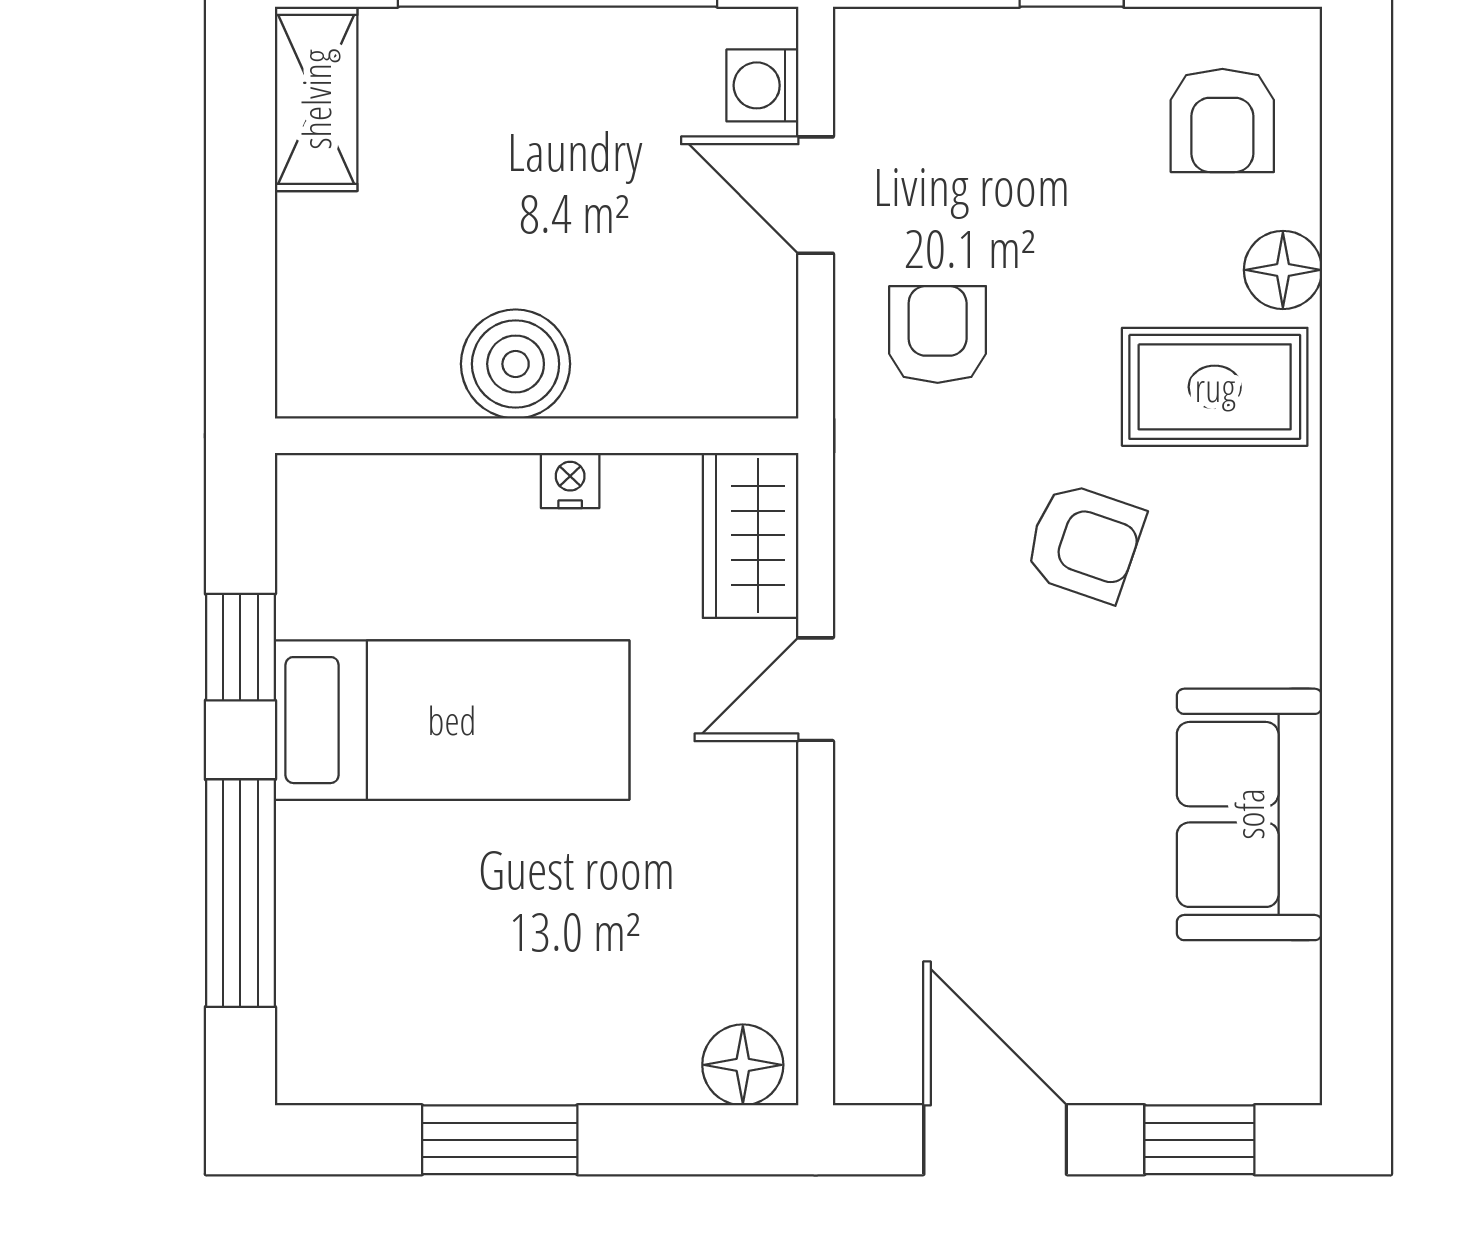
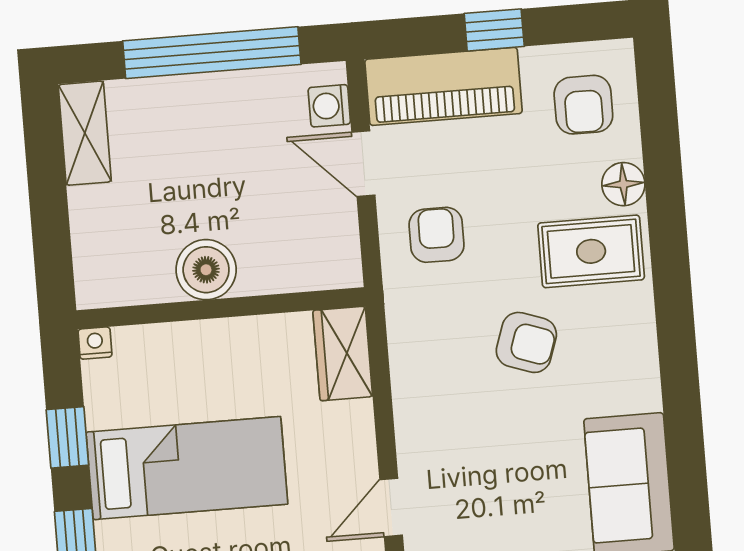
piano: (972, 67) -> (443, 86), added
nightstand: (570, 481) -> (95, 343), moved
door: (816, 689) -> (391, 507), moved

